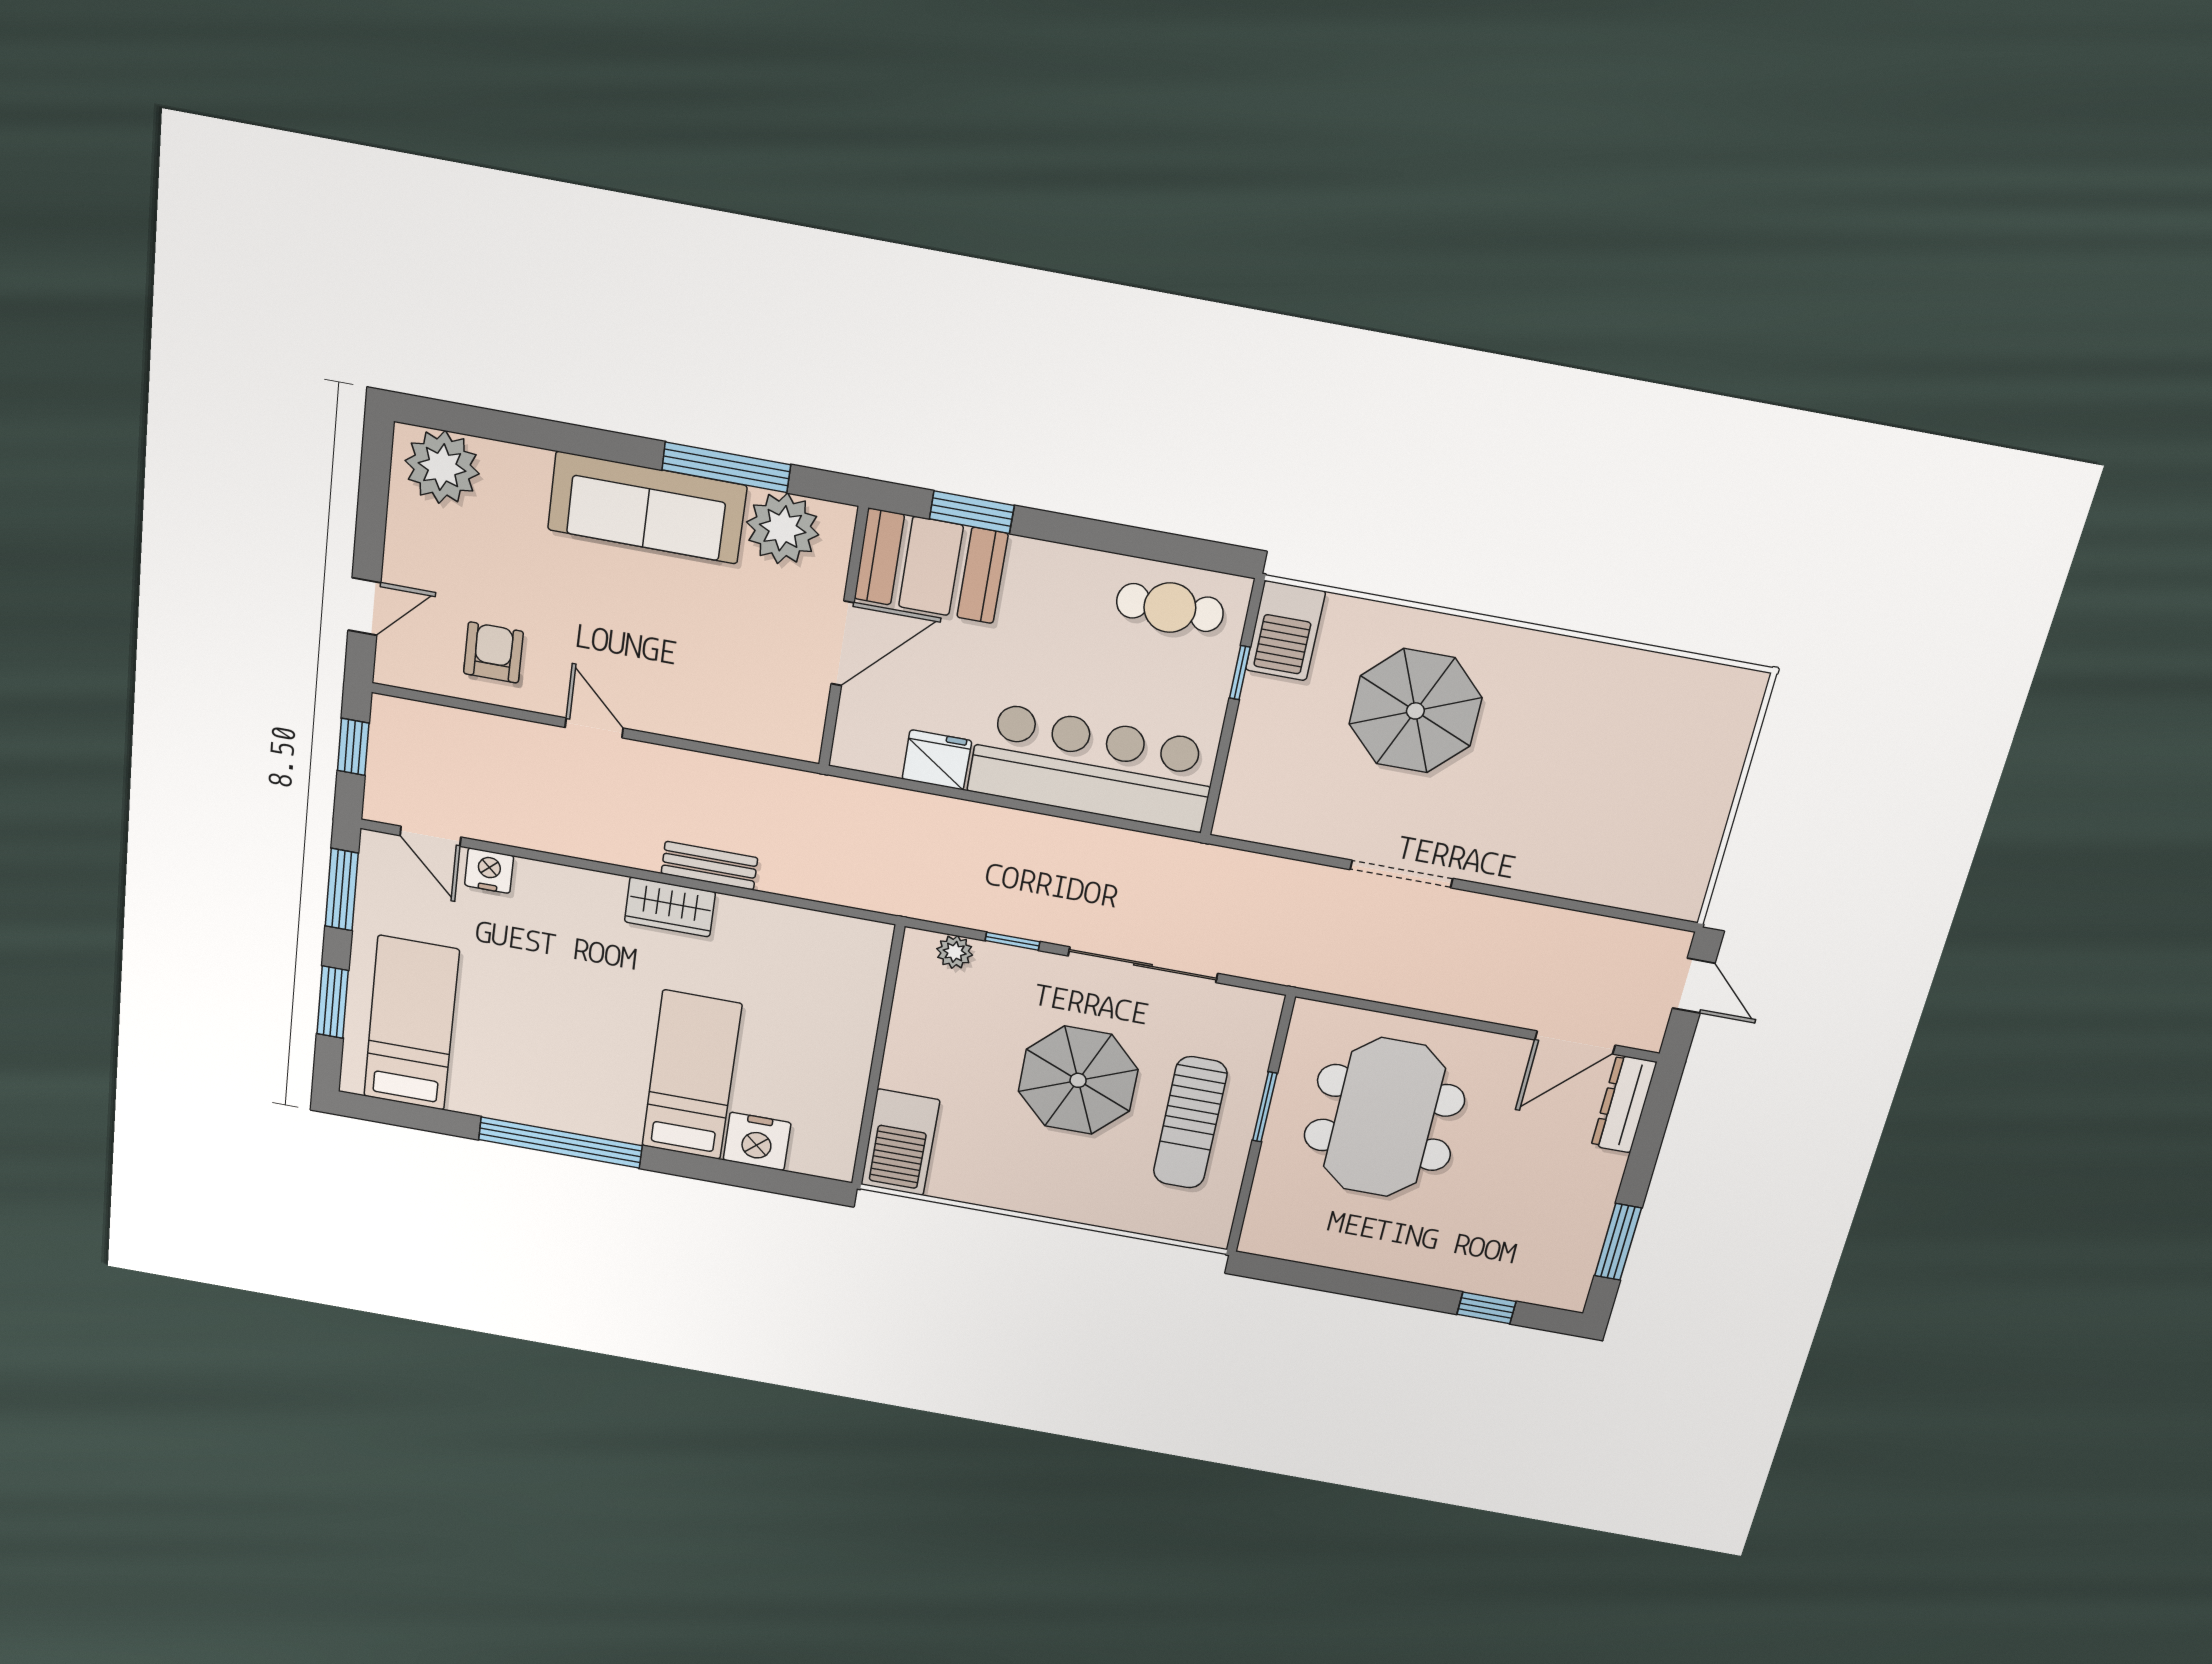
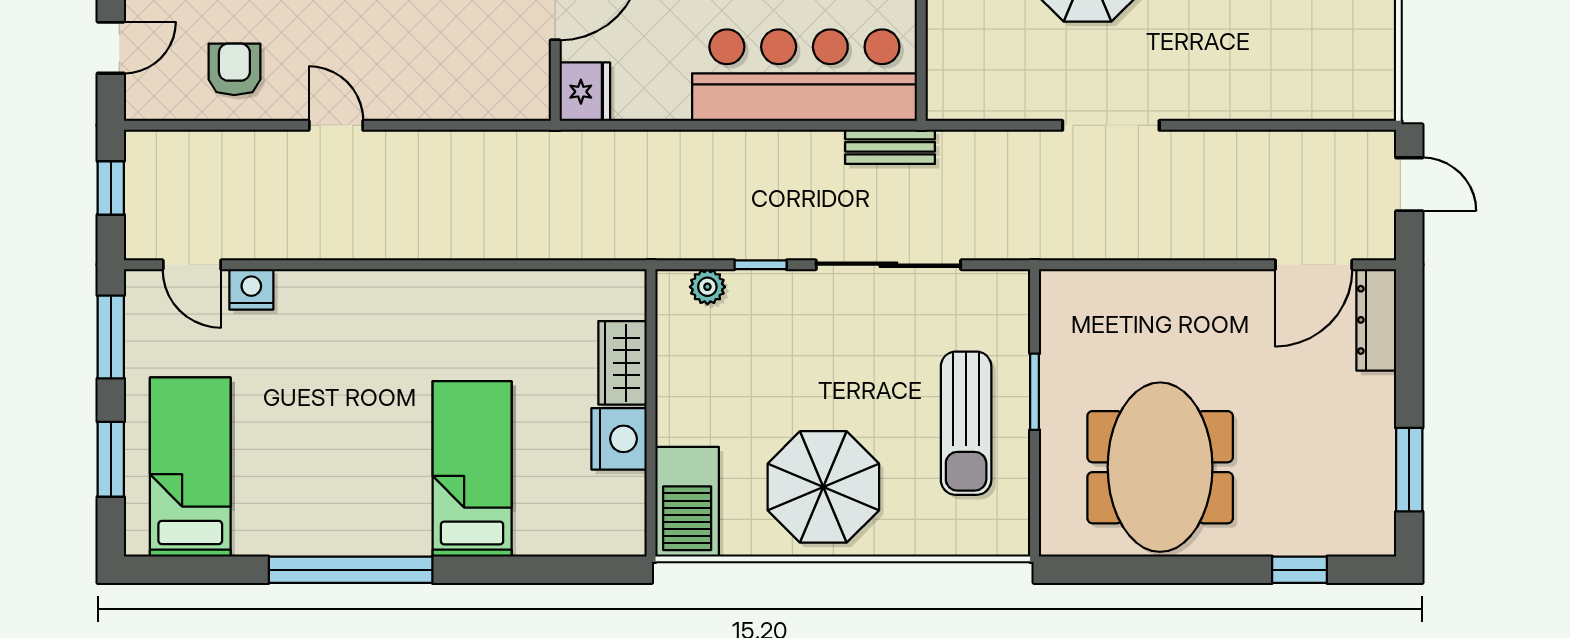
fridge: (937, 760) -> (585, 92), moved, turned 90
bench: (709, 866) -> (890, 147), moved
wardrobe: (670, 907) -> (623, 363), moved, turned 90
parasol: (1078, 1080) -> (823, 487), moved
meeting table: (1384, 1118) -> (1160, 467), moved
nightstand: (757, 1141) -> (619, 439), moved, turned -90

